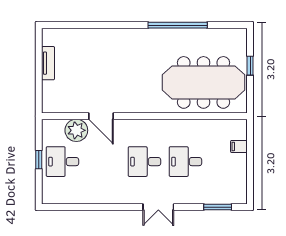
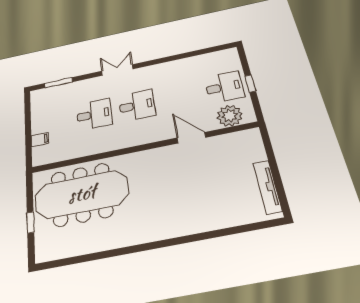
window: (178, 25) -> (118, 252), removed
tv unit: (48, 63) -> (268, 187), width x1.41
plant: (76, 130) -> (230, 116), moved

